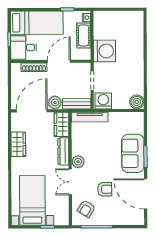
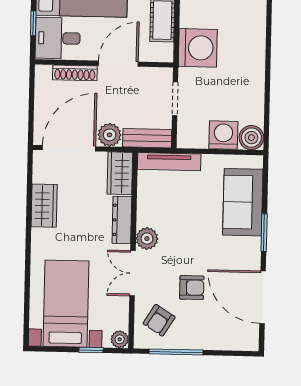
washing machine: (103, 101) -> (223, 135), moved
sofa: (133, 153) -> (243, 202), moved
plant: (64, 220) -> (120, 339), added

